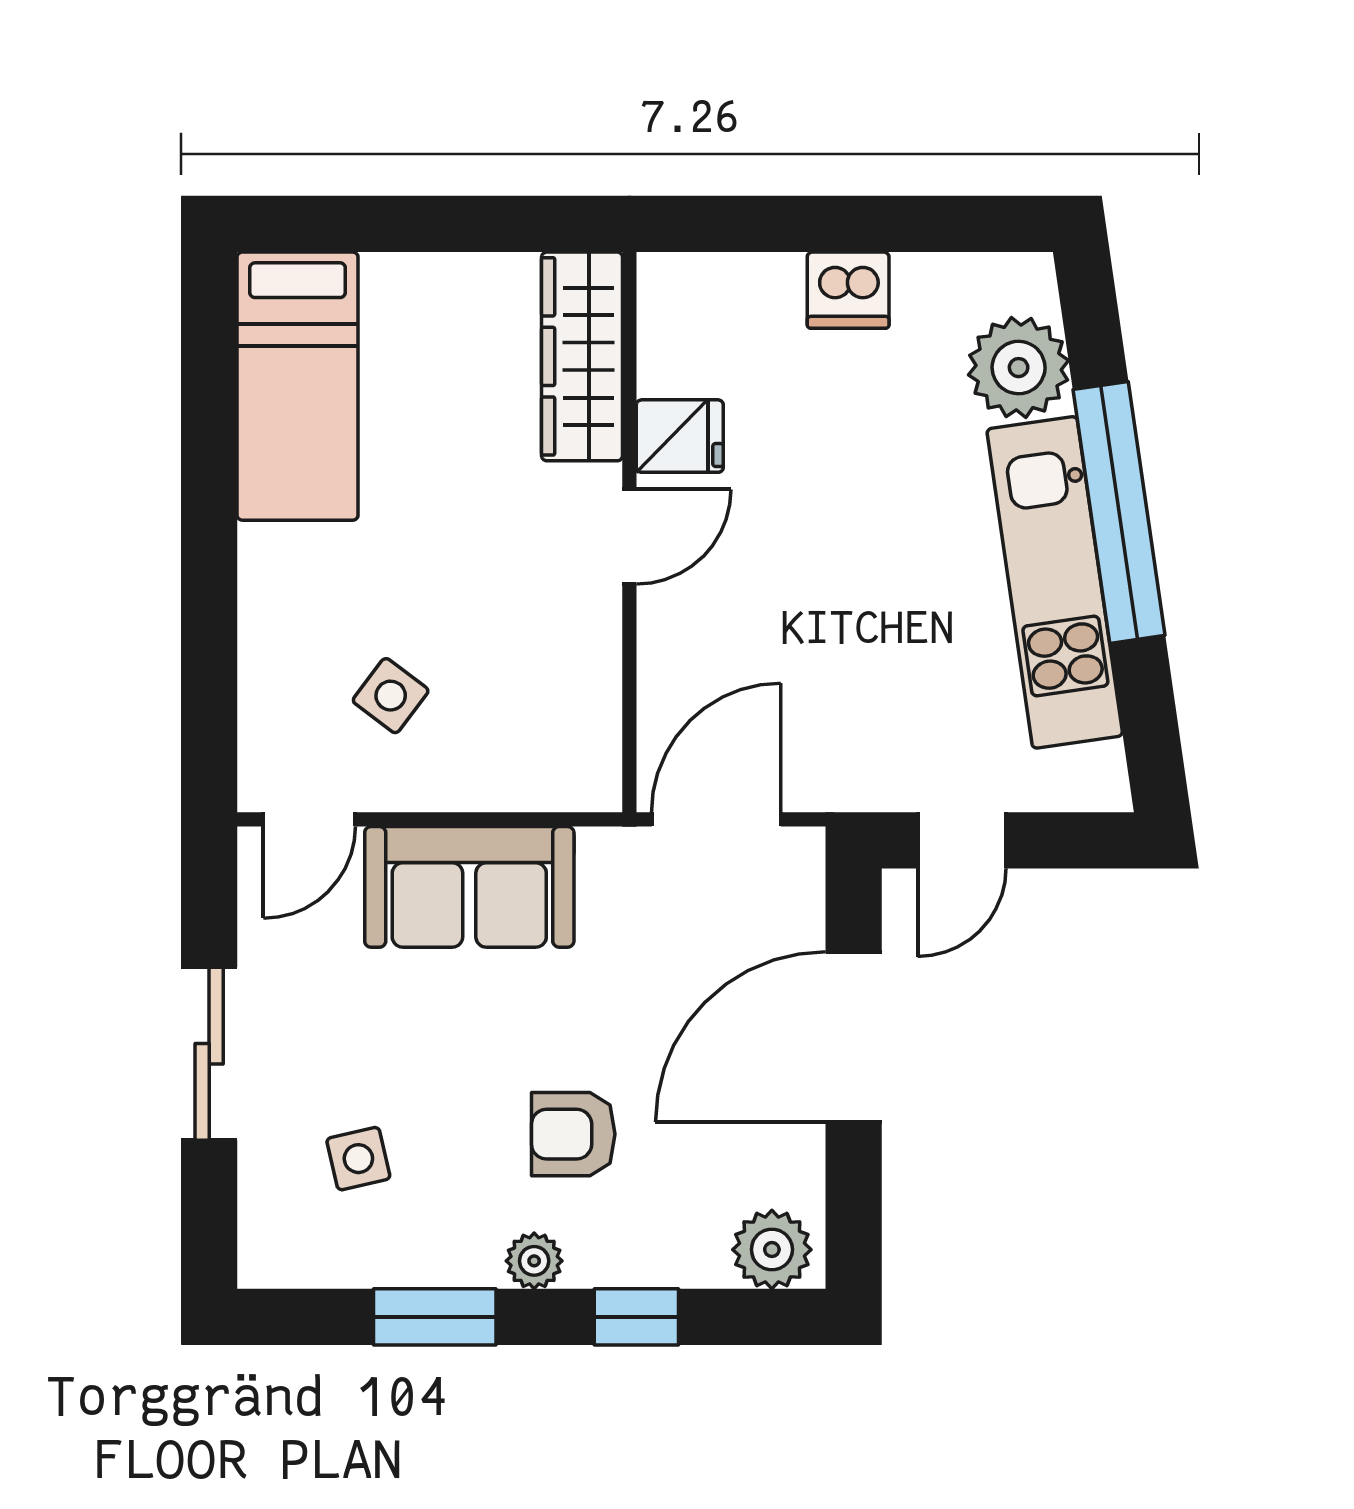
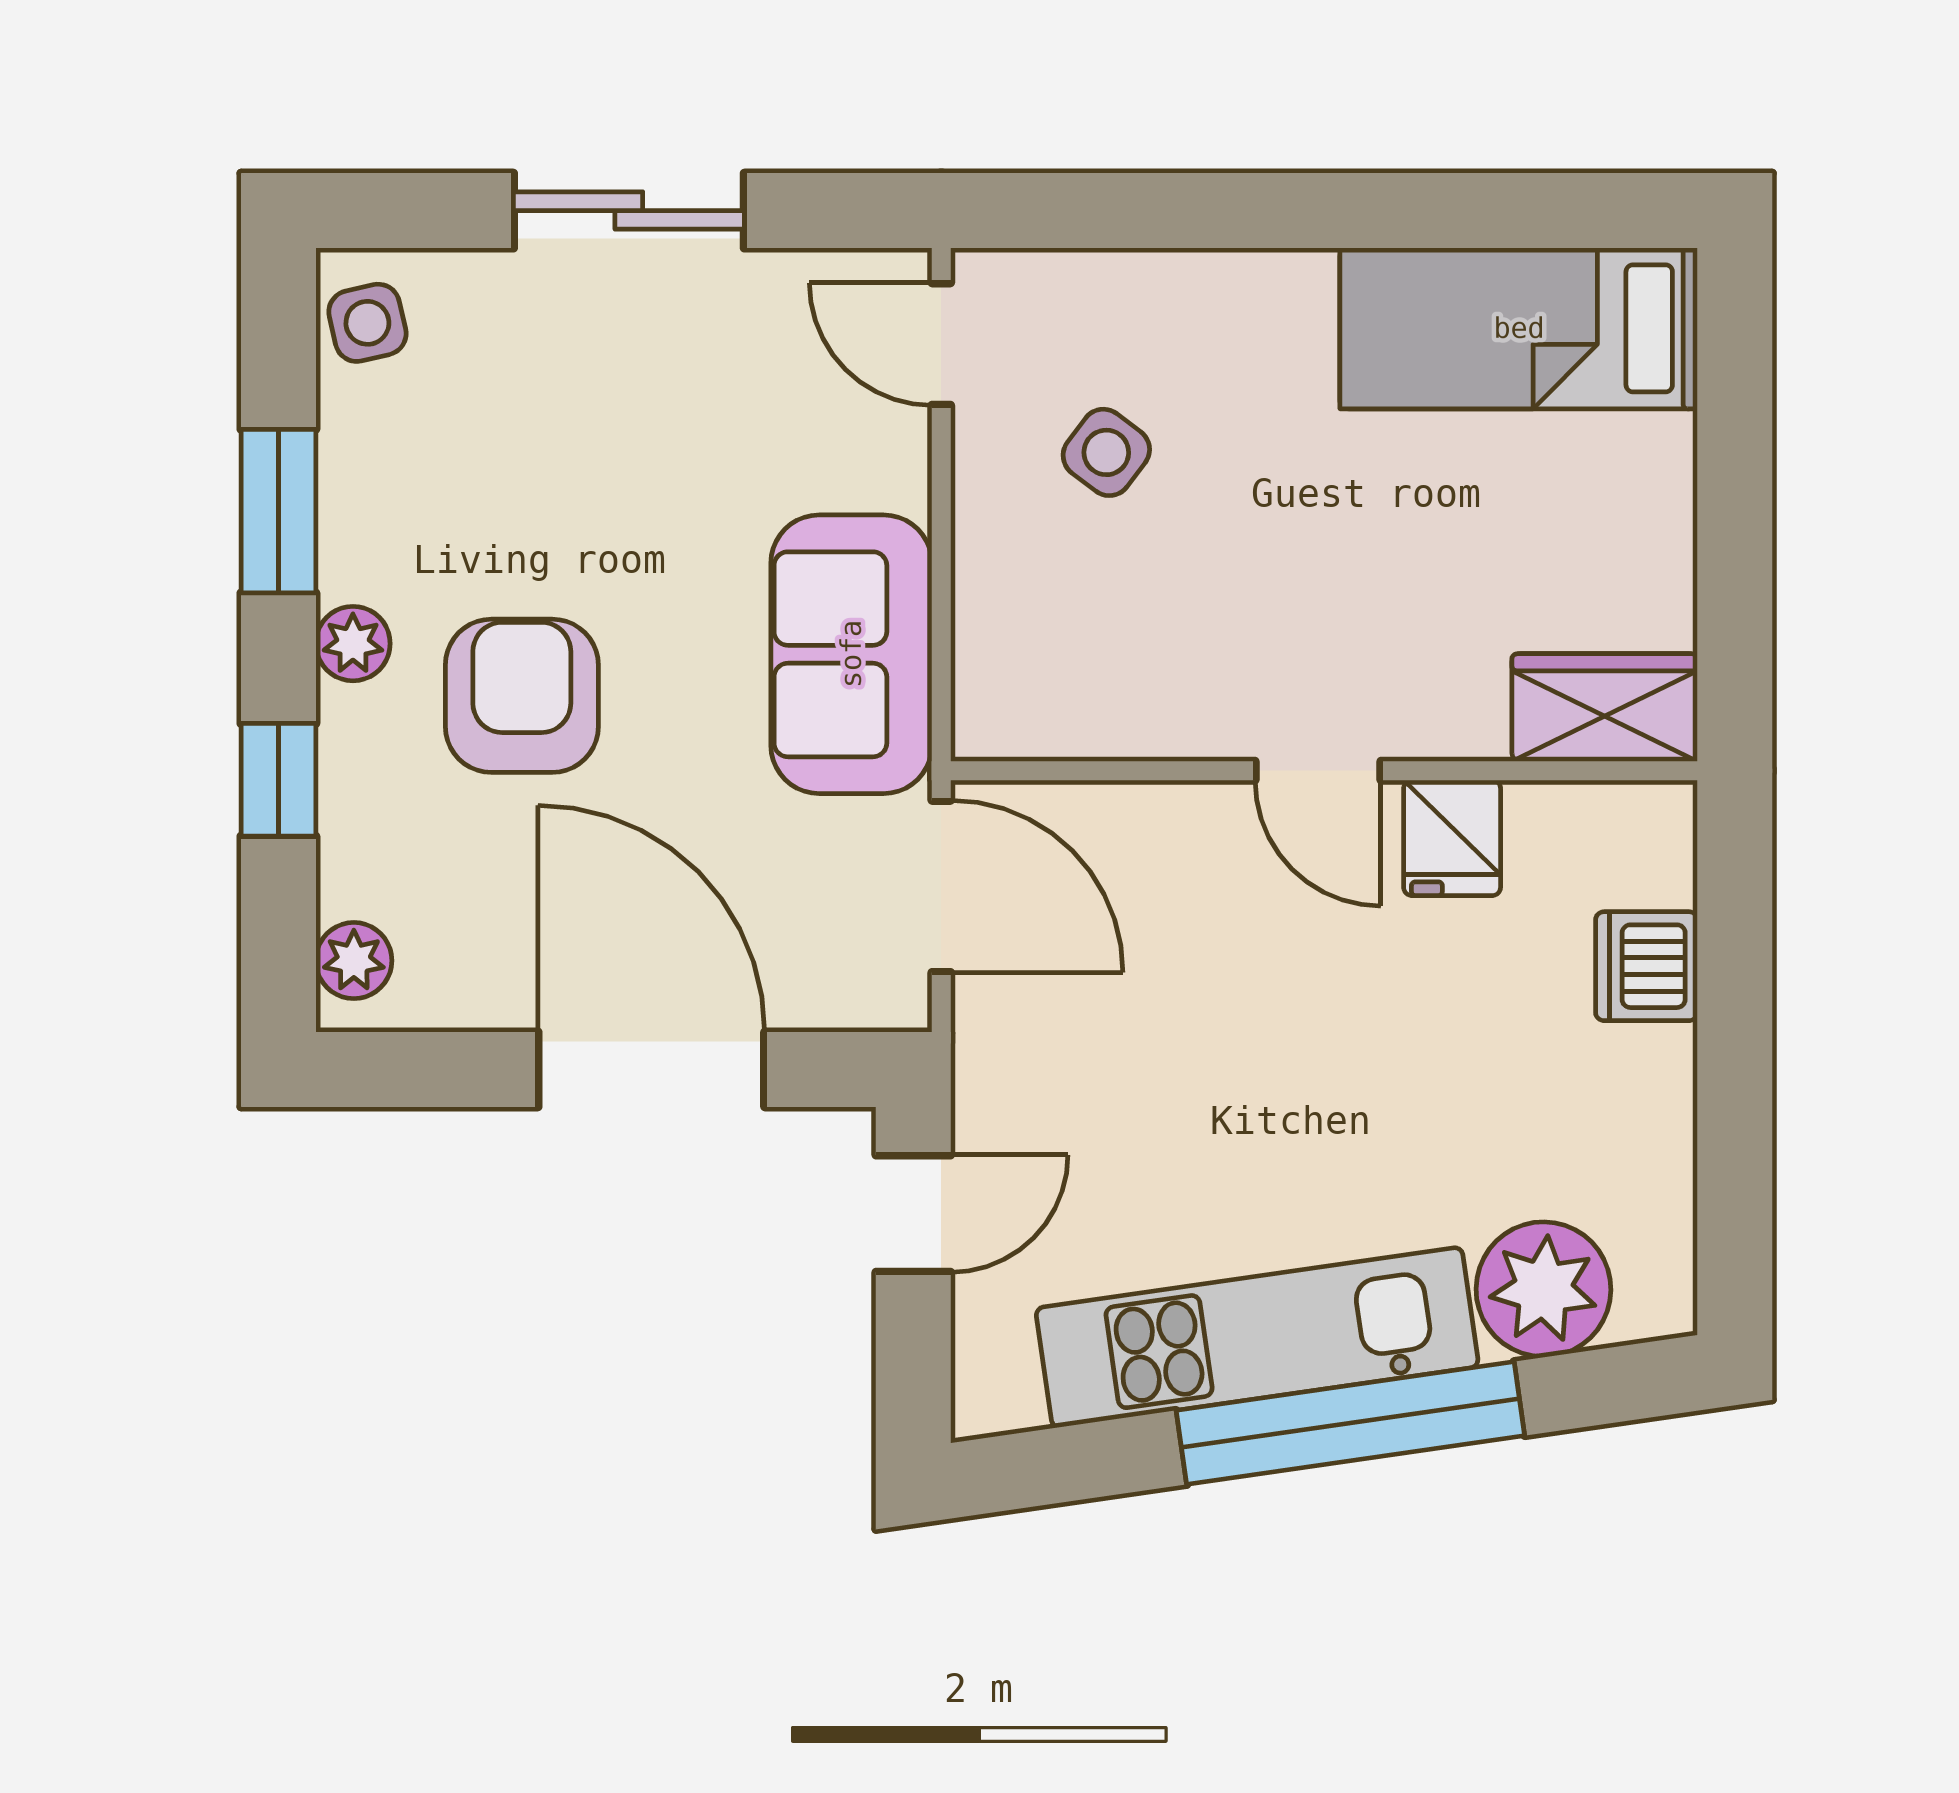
dishwasher: (848, 290) -> (1647, 966), moved
wardrobe: (582, 356) -> (1605, 708), width x0.67
door: (962, 840) -> (913, 1214), swing flipped
sofa: (469, 887) -> (851, 654), moved
armchair: (573, 1134) -> (522, 696), width x1.38, depth x1.38
side table: (358, 1159) -> (367, 323), moved
plant: (772, 1250) -> (354, 961), width x0.73, depth x0.73

